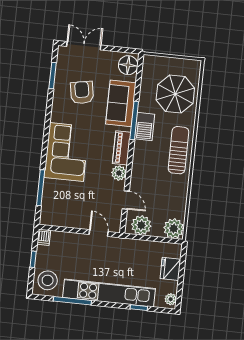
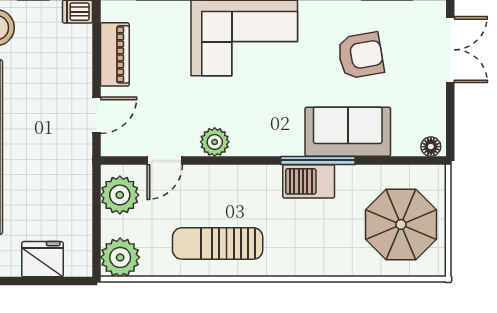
floor lamp: (128, 65) -> (431, 147), width x0.53, depth x0.53
parasol: (175, 94) -> (401, 224), moved
piano: (122, 148) -> (115, 54), moved, turned 90
sun lounger: (178, 150) -> (218, 243), moved, turned 180

